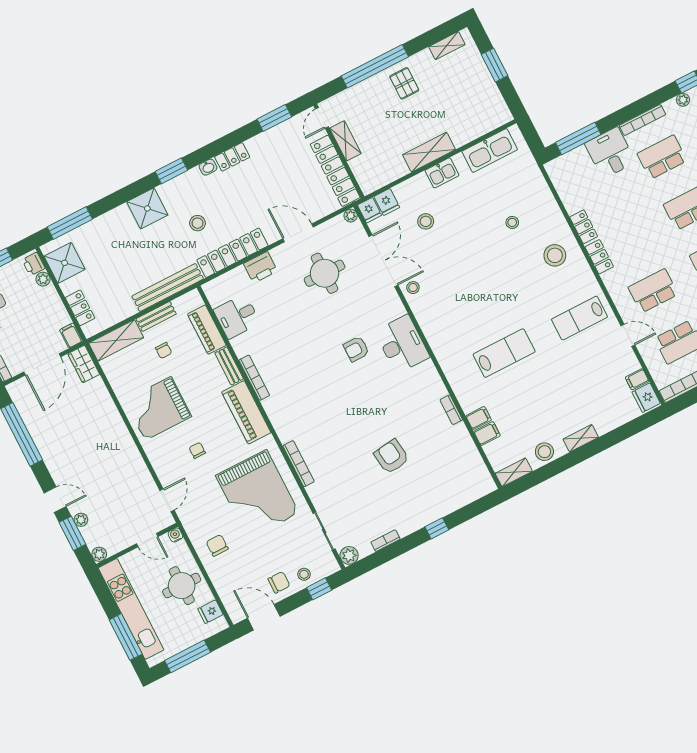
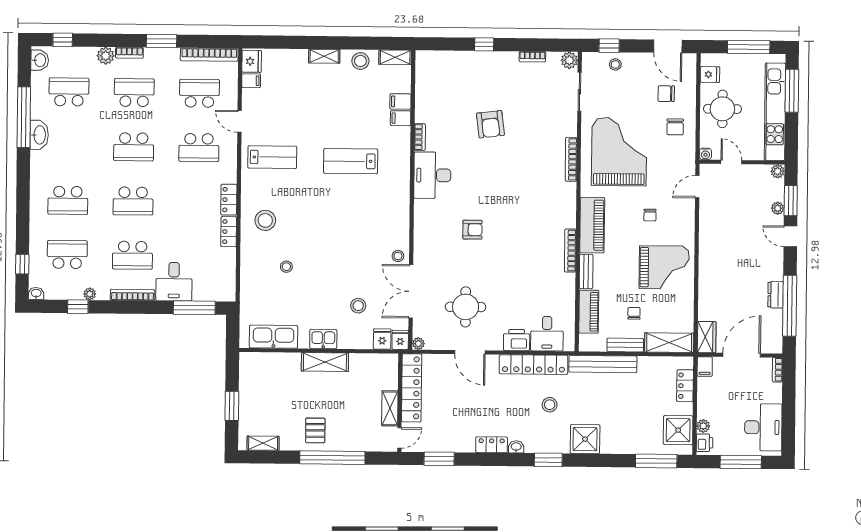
desk: (237, 316) -> (547, 334), moved, turned 90
desk: (402, 344) -> (432, 175), moved
dresser: (40, 438) -> (776, 295), added
chair: (279, 582) -> (666, 94), moved

